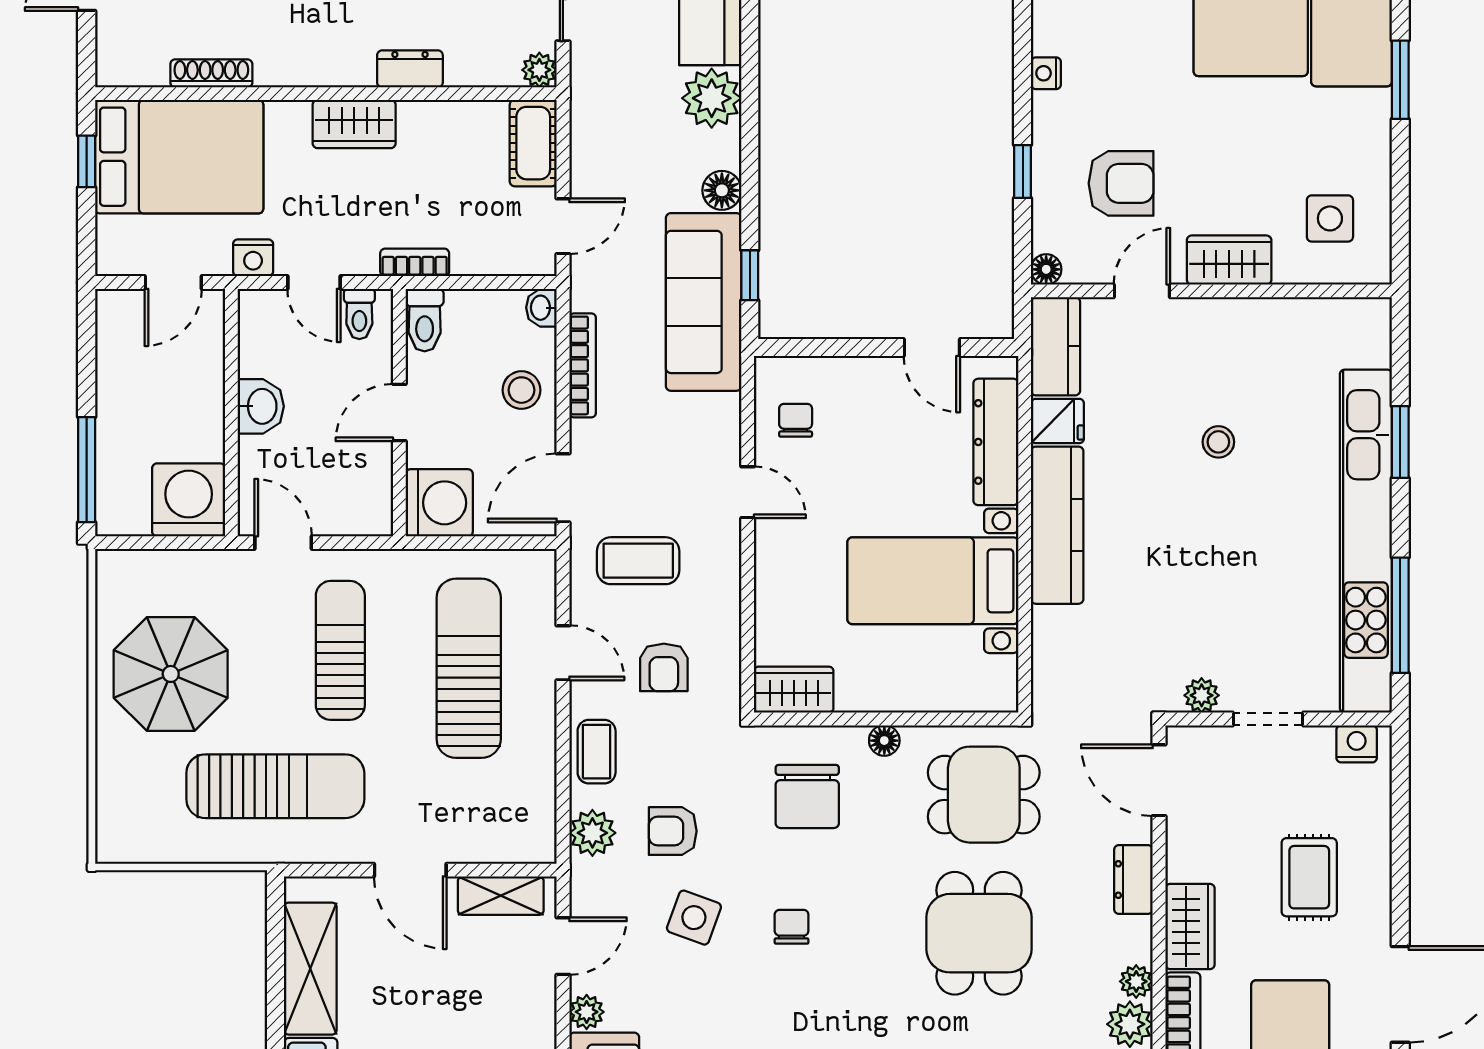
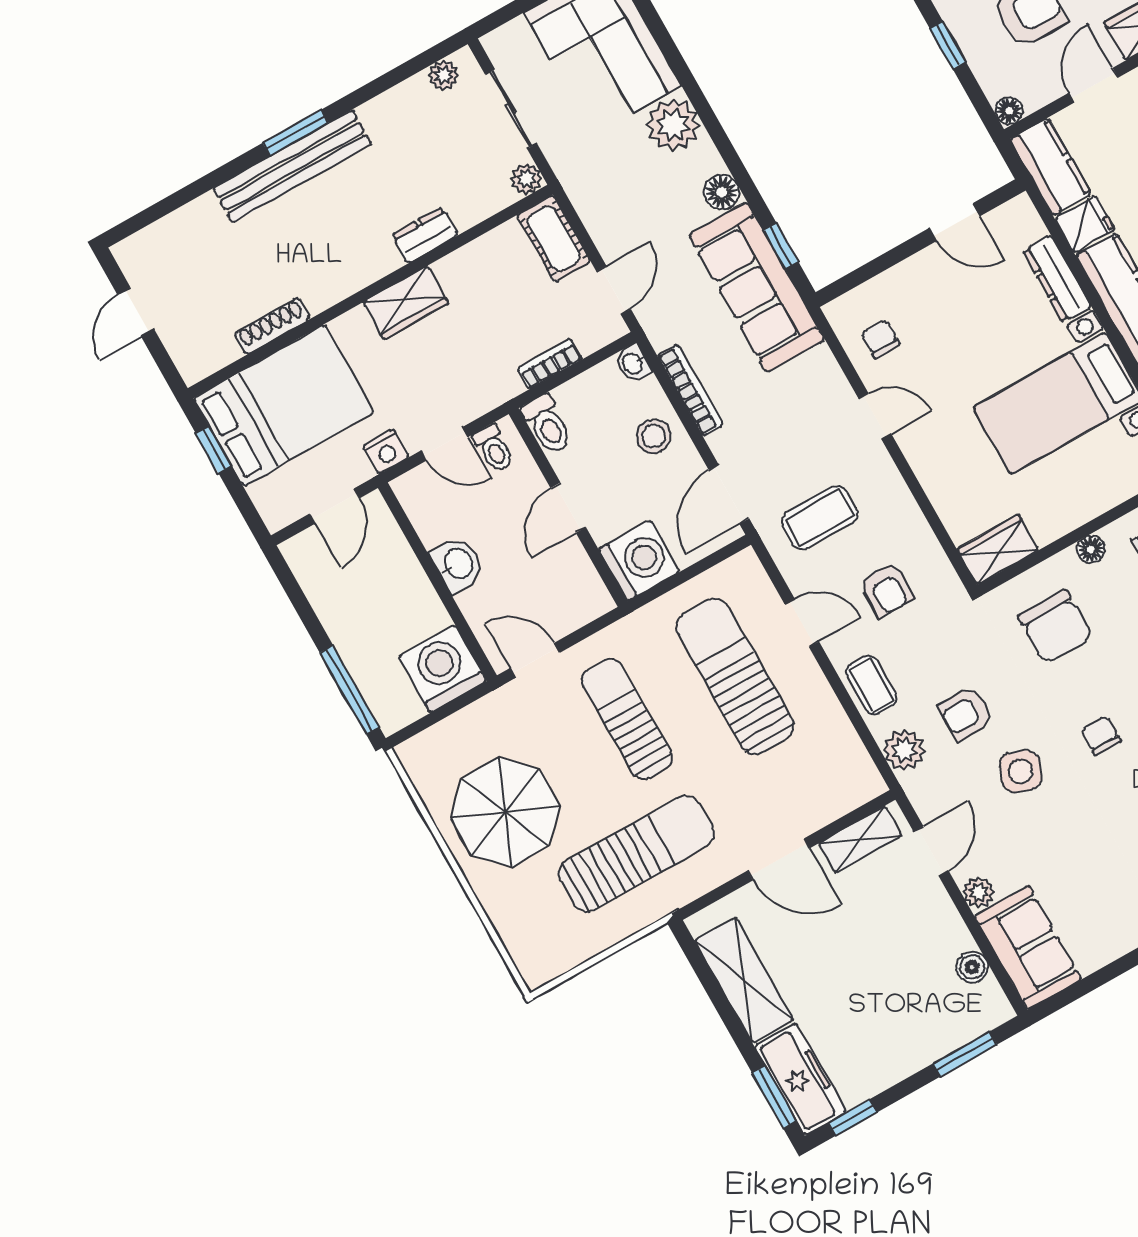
bookcase: (415, 262) -> (550, 364), moved
dresser: (996, 442) -> (1057, 279), width x0.73, depth x0.80

